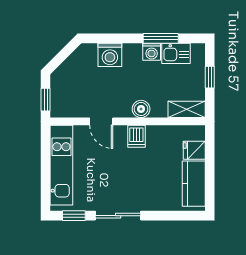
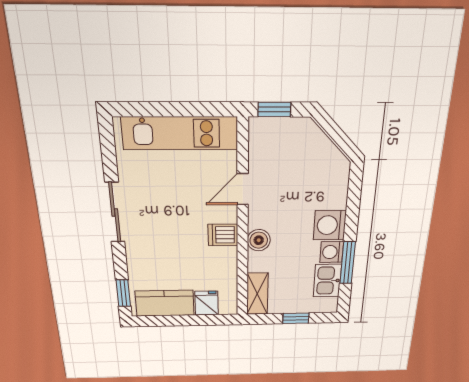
washing machine: (110, 55) -> (330, 225), moved
window: (74, 216) -> (123, 293), moved

